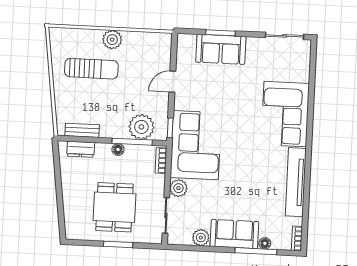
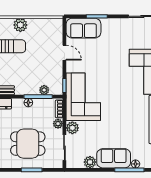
sofa: (221, 49) -> (83, 28), moved
door: (172, 82) -> (64, 53), swing flipped
plant: (141, 127) -> (44, 90), width x0.53, depth x0.53
plant: (158, 181) -> (58, 124), added
dining table: (114, 207) -> (28, 144), turned 90

